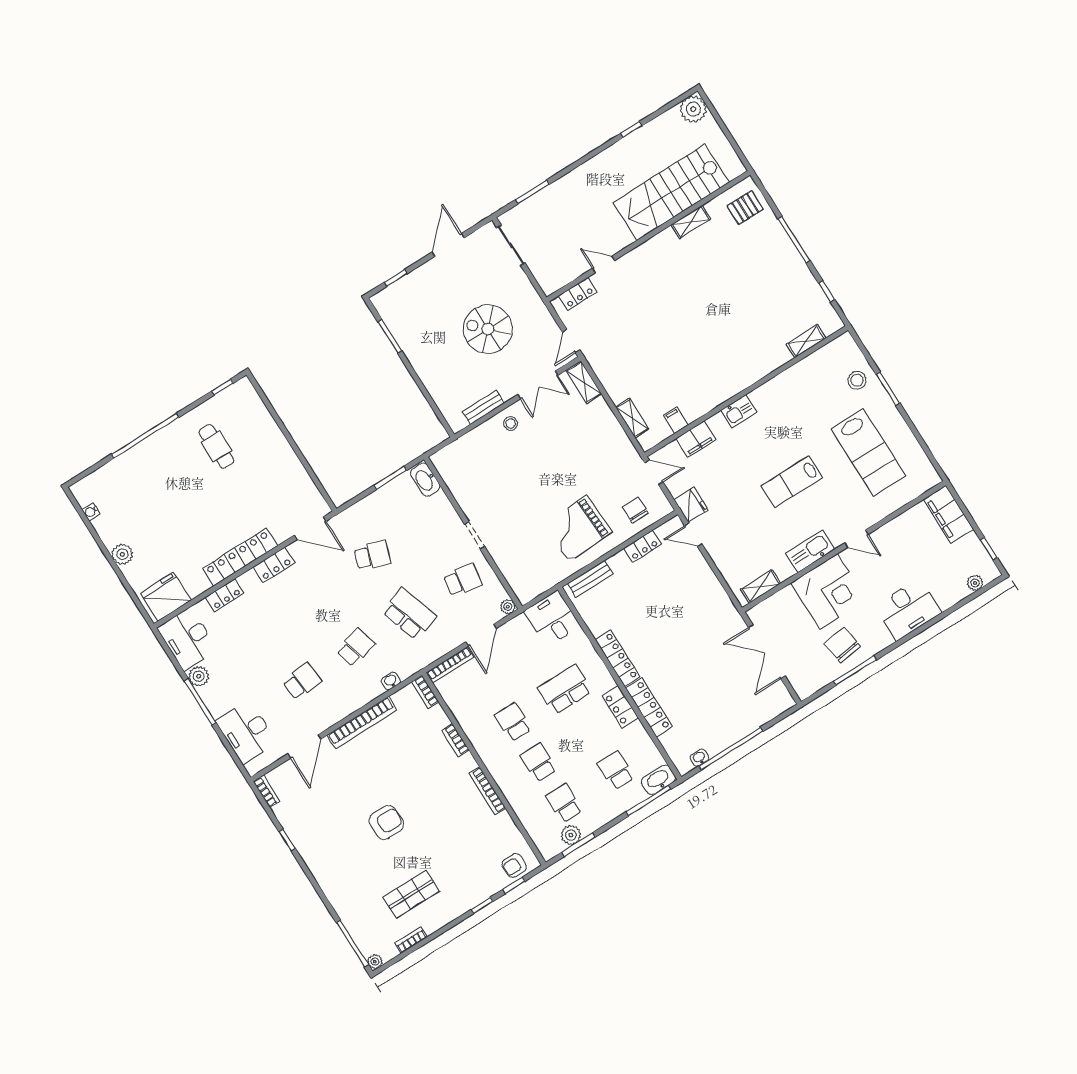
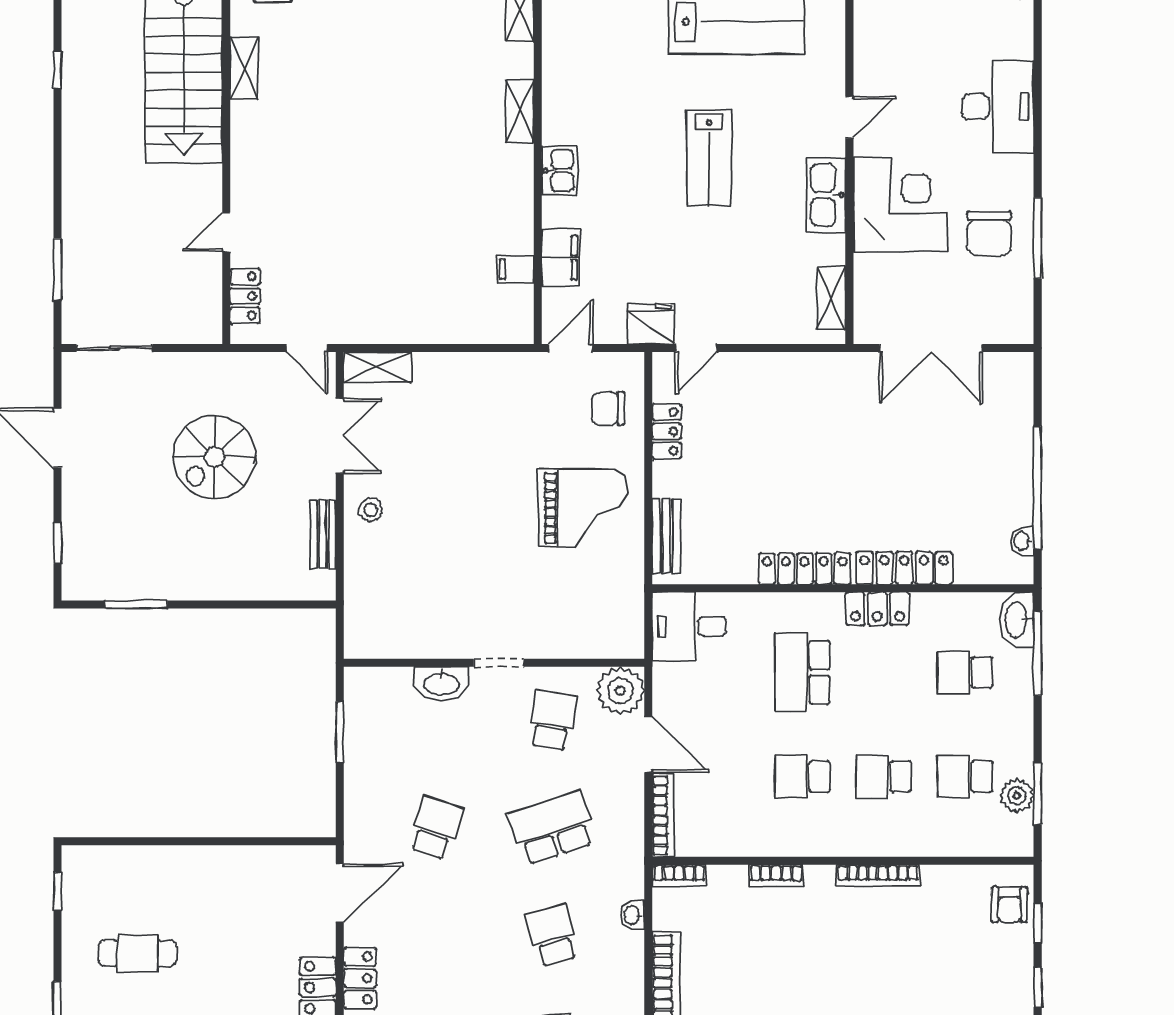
shelving: (632, 418) -> (520, 112), moved, turned 90
washbasin: (425, 480) -> (441, 683), moved
grand piano: (578, 528) -> (583, 508), turned -87
plant: (508, 607) -> (620, 691), width x1.88, depth x1.88
chair: (842, 645) -> (989, 234), turned -82

